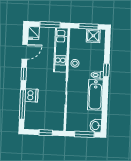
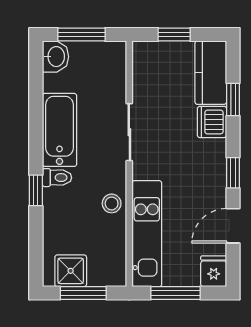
window: (22, 104) -> (233, 99), width x0.46
kitchen counter: (31, 116) -> (211, 73), added

